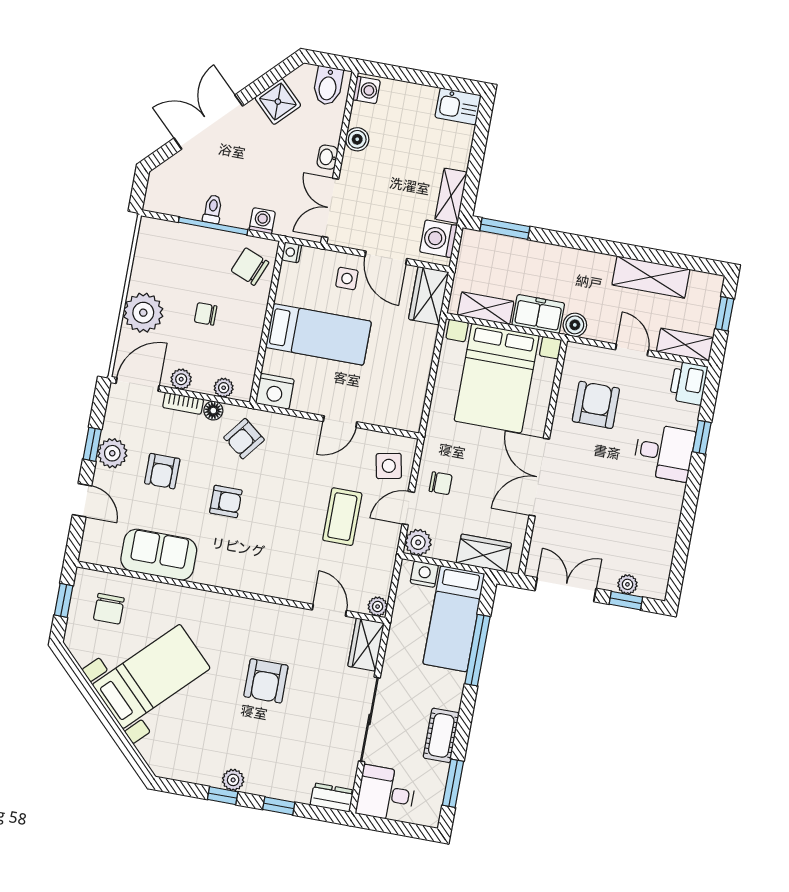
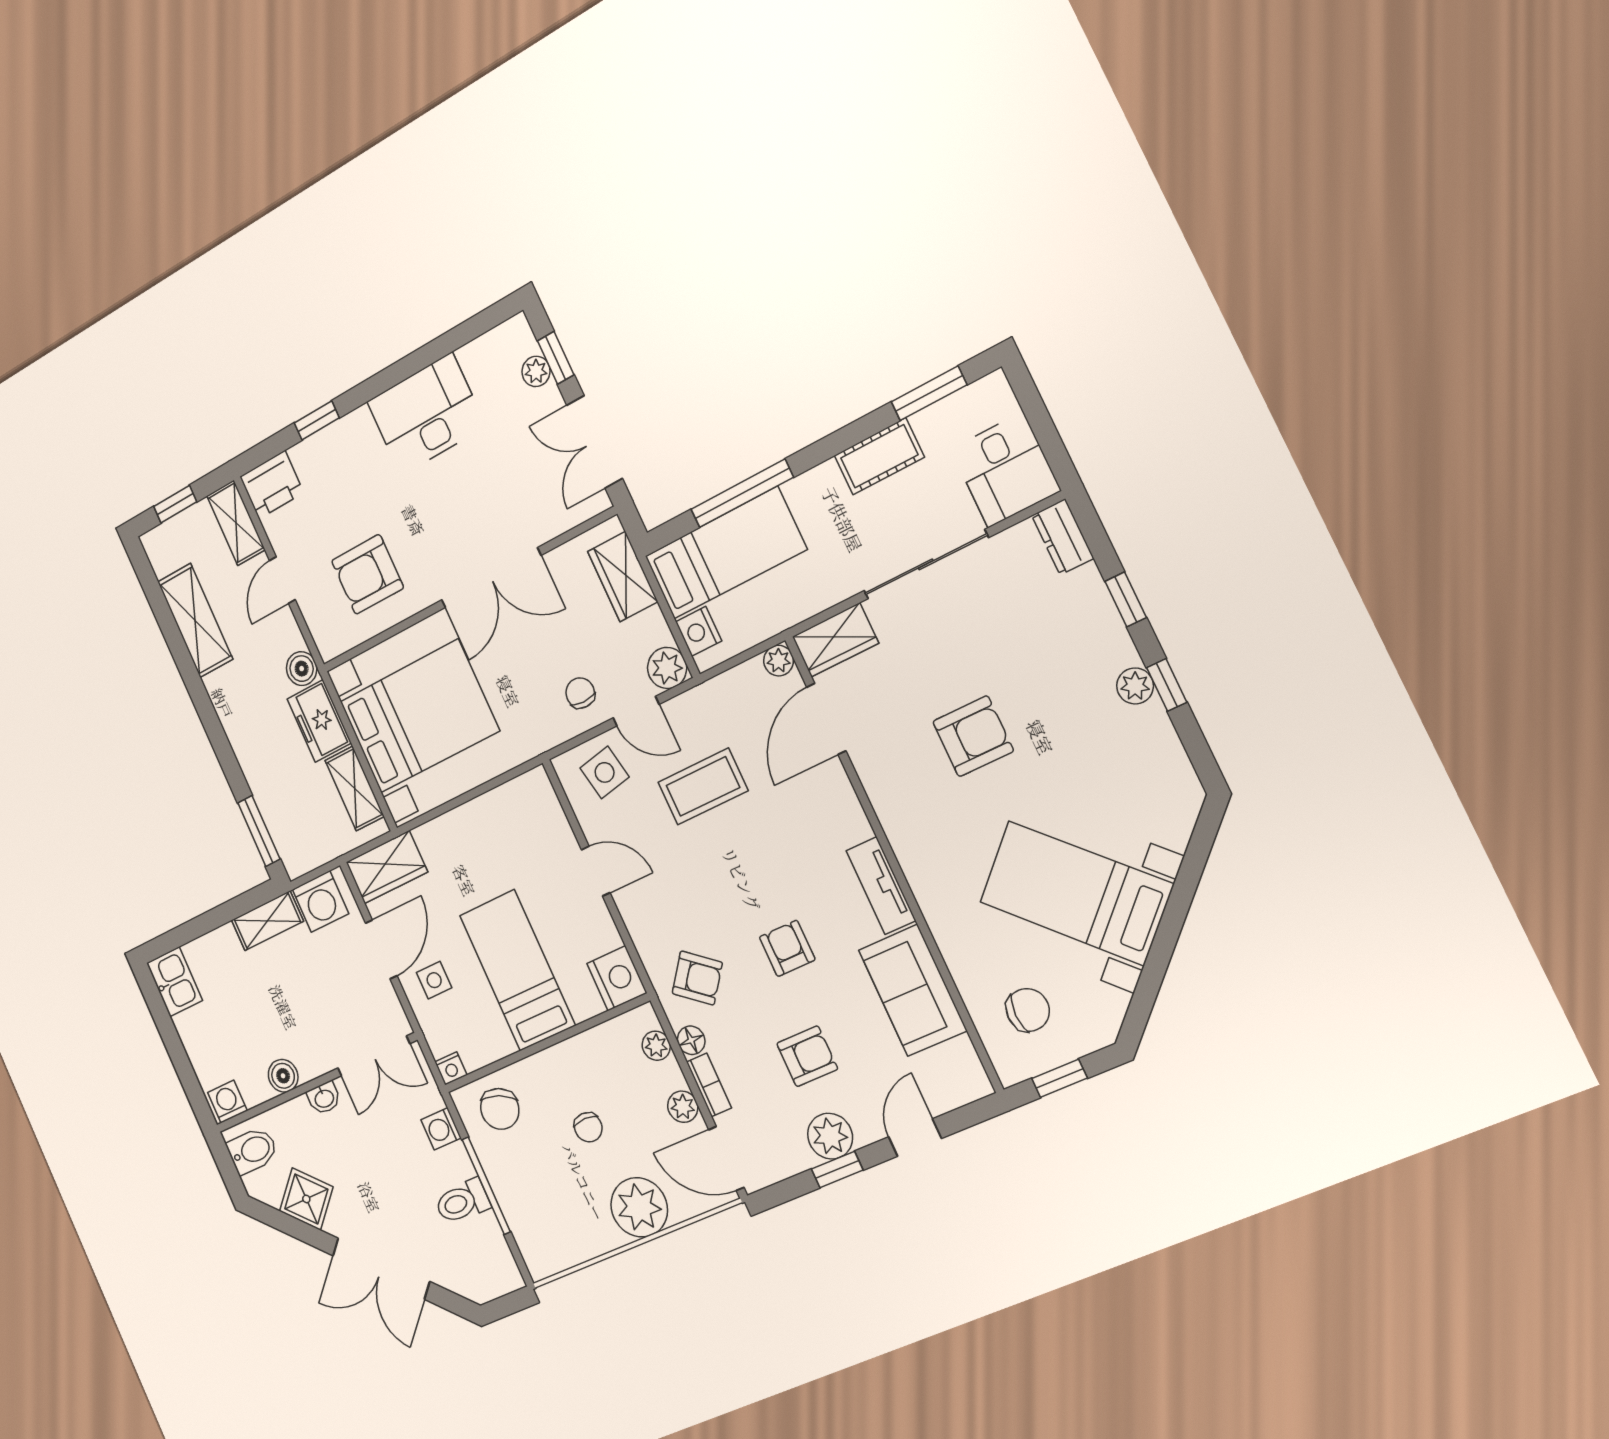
toilet: (213, 209) -> (462, 1202), width x1.37, depth x1.39
desk: (664, 452) -> (426, 414), moved, width x1.37
tv unit: (224, 577) -> (881, 886), added
door: (329, 610) -> (826, 719), width x1.38

